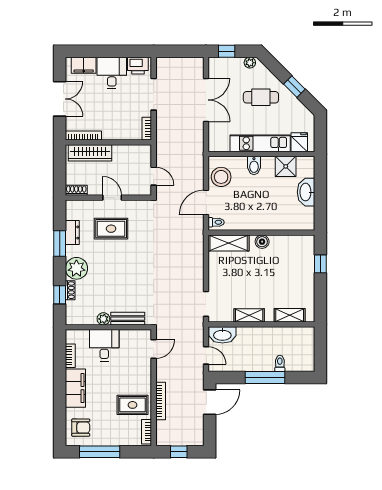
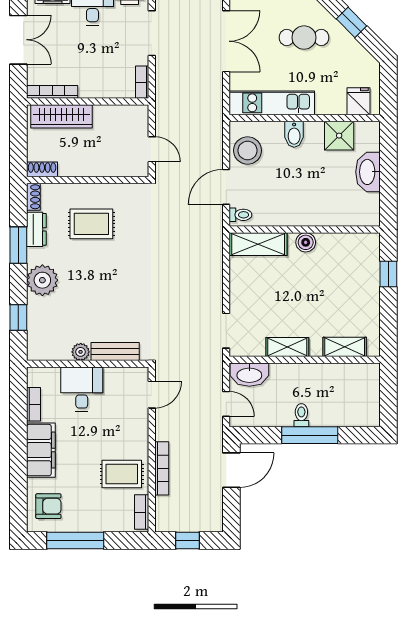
kitchen unit: (260, 143) -> (272, 103), moved
door: (112, 198) -> (93, 180), removed
shoe rack: (70, 290) -> (33, 197), moved
toilet: (280, 363) -> (301, 415), moved

